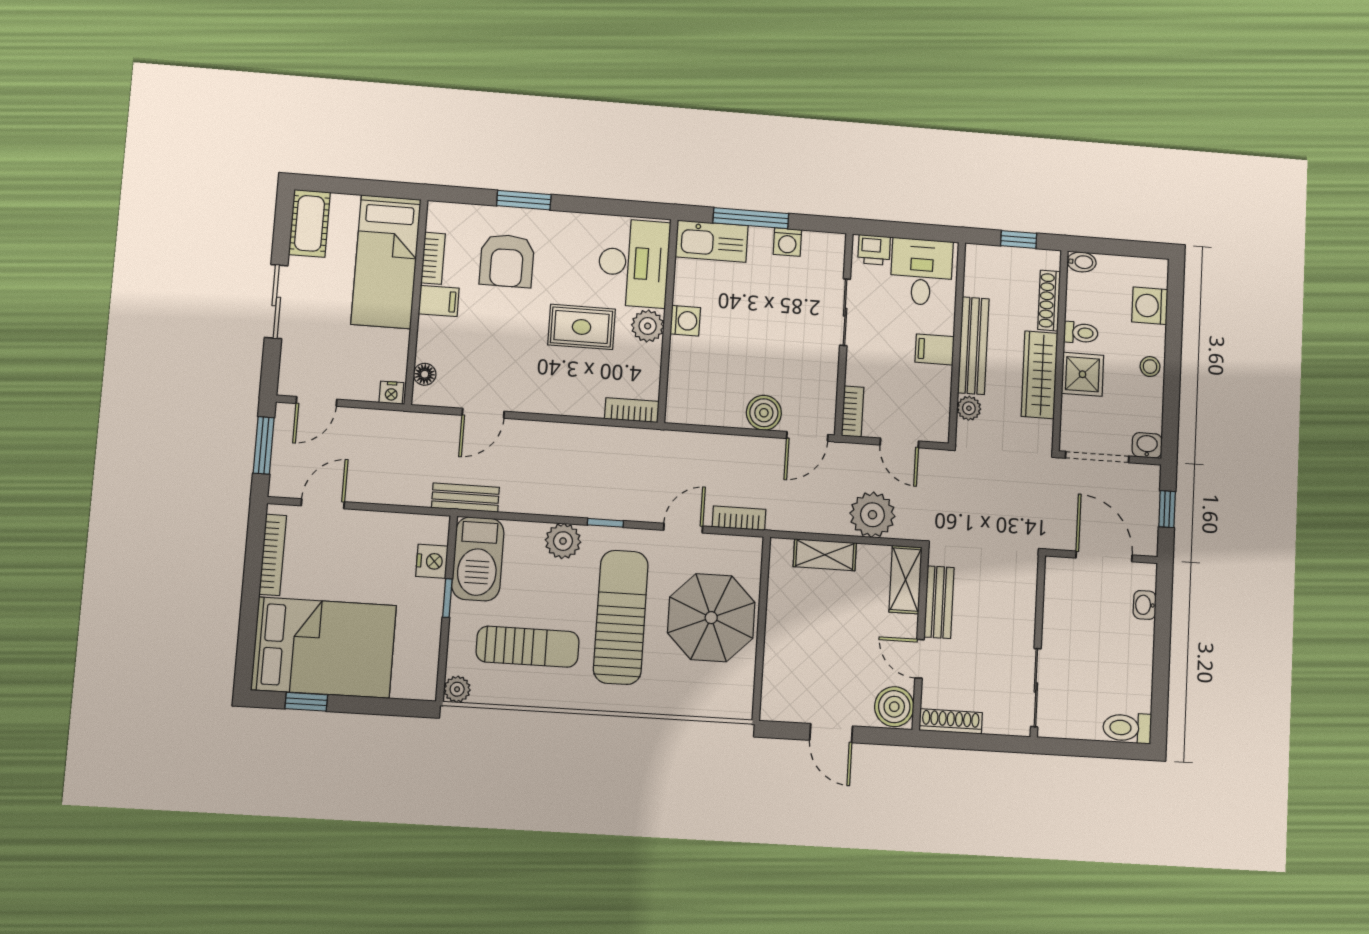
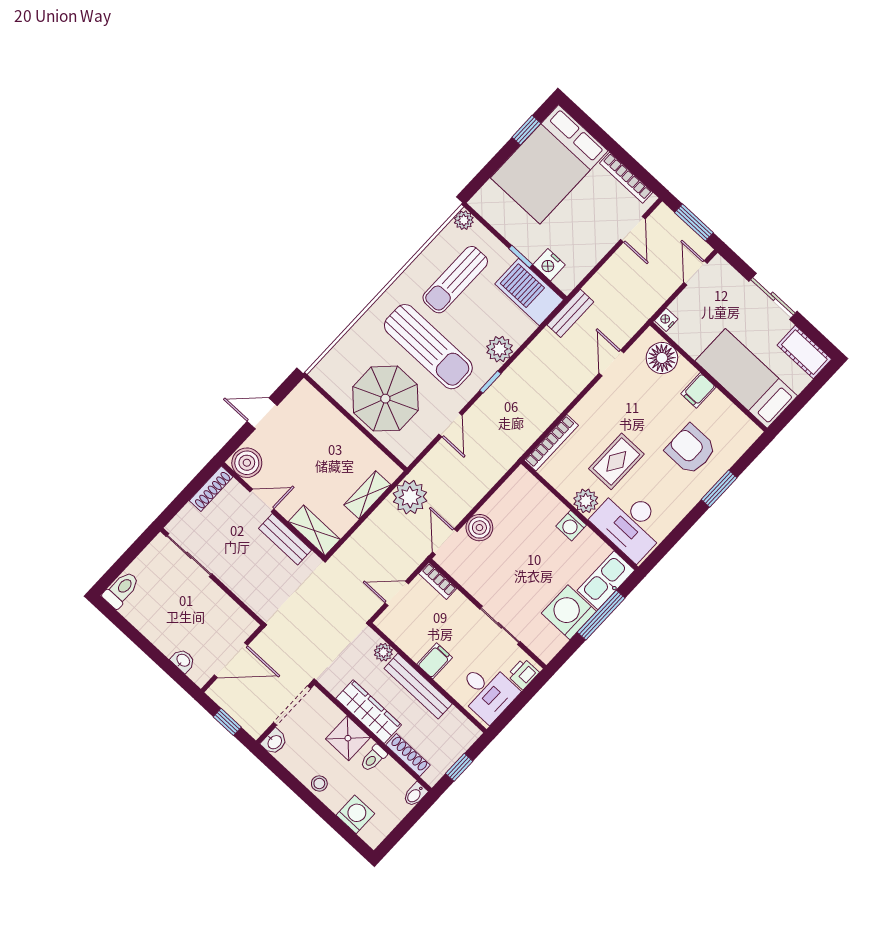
washing machine: (787, 242) -> (569, 612), width x1.89, depth x1.89
bookcase: (433, 258) -> (726, 407), removed
floor lamp: (425, 374) -> (662, 358), width x1.89, depth x1.89
bookcase: (632, 410) -> (551, 443), width x1.56
plant: (872, 515) -> (410, 497), moved
bookcase: (739, 518) -> (430, 462), removed

